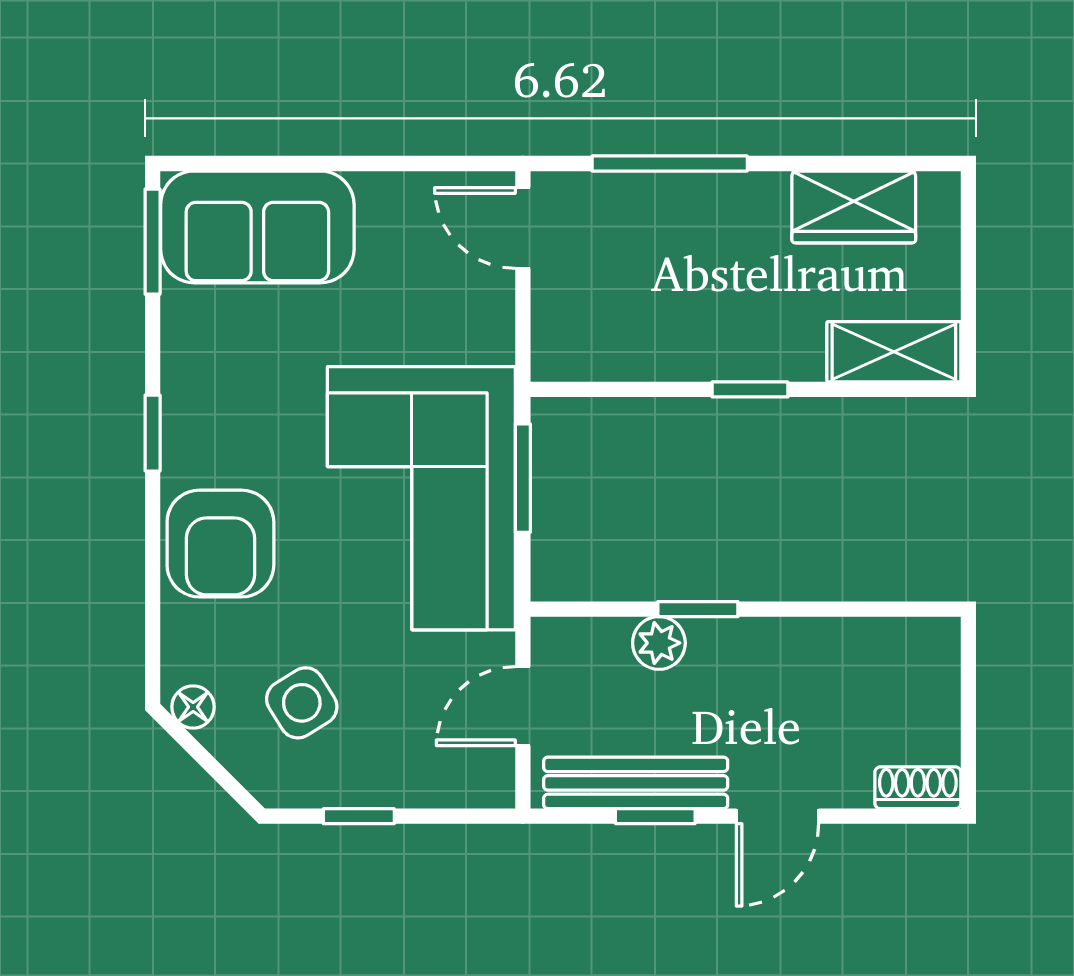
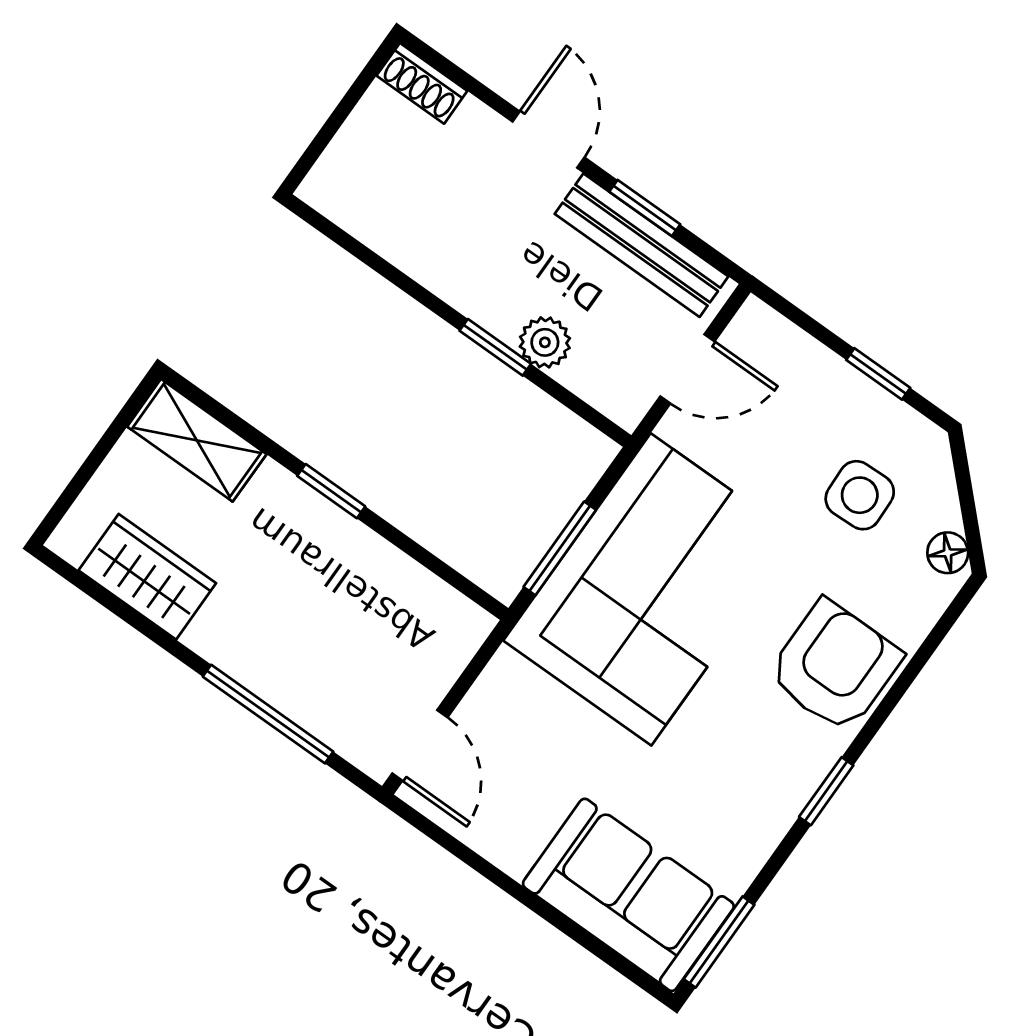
side table: (302, 703) -> (860, 495), turned 30
door: (778, 816) -> (548, 140), hinge flipped

